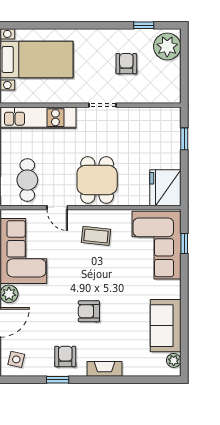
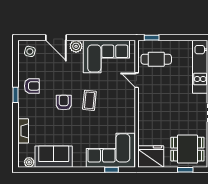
dining table: (97, 180) -> (187, 149), moved
door: (57, 208) -> (137, 80), hinge flipped
coffee table: (96, 236) -> (89, 100), moved
fireplace: (104, 369) -> (23, 131), moved
window: (58, 380) -> (16, 95), moved

